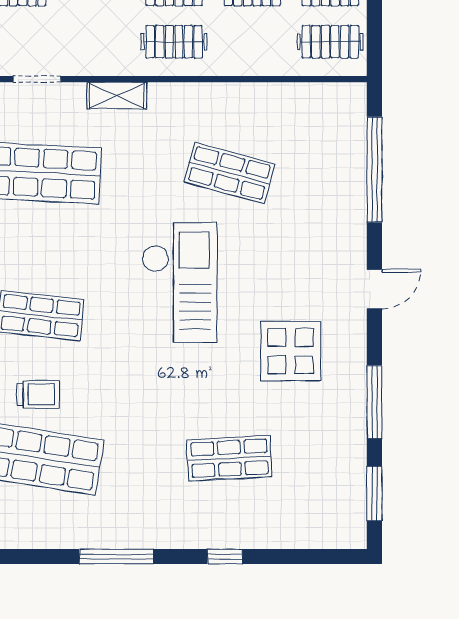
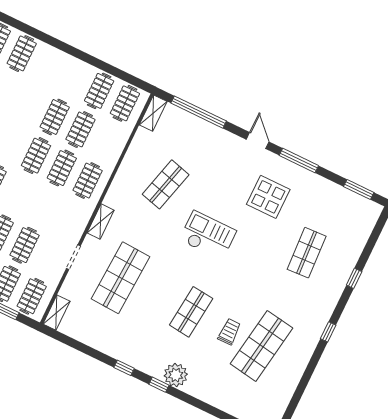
shelving: (337, 96) -> (153, 113), added
checkout: (179, 283) -> (208, 235), width x0.73, depth x0.83
window: (374, 402) -> (299, 161), moved
window: (116, 557) -> (328, 332), width x0.46

